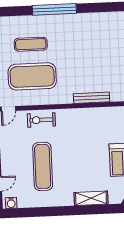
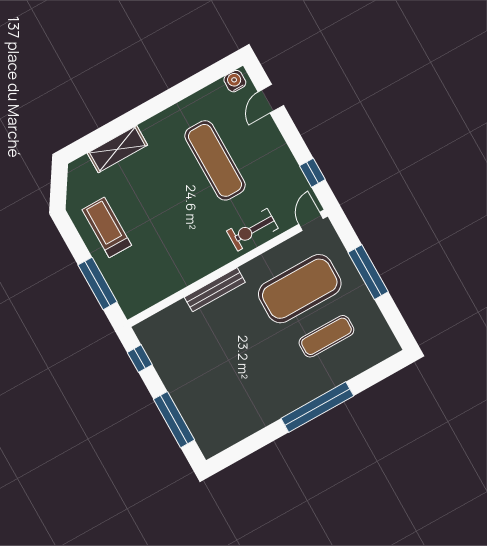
bench: (92, 98) -> (215, 290), moved
exercise bike: (41, 120) -> (252, 230), turned 180

